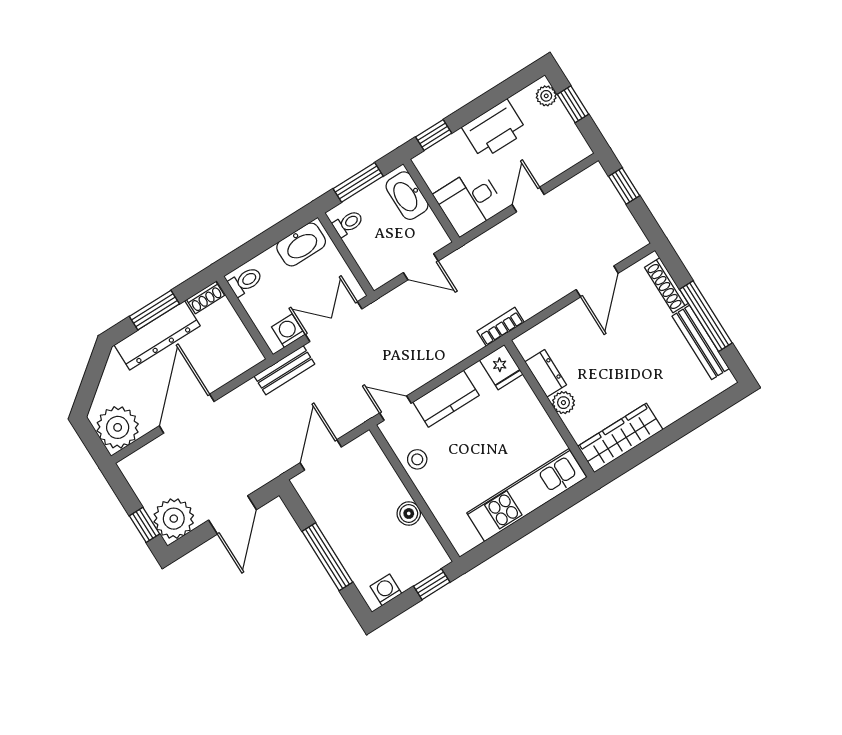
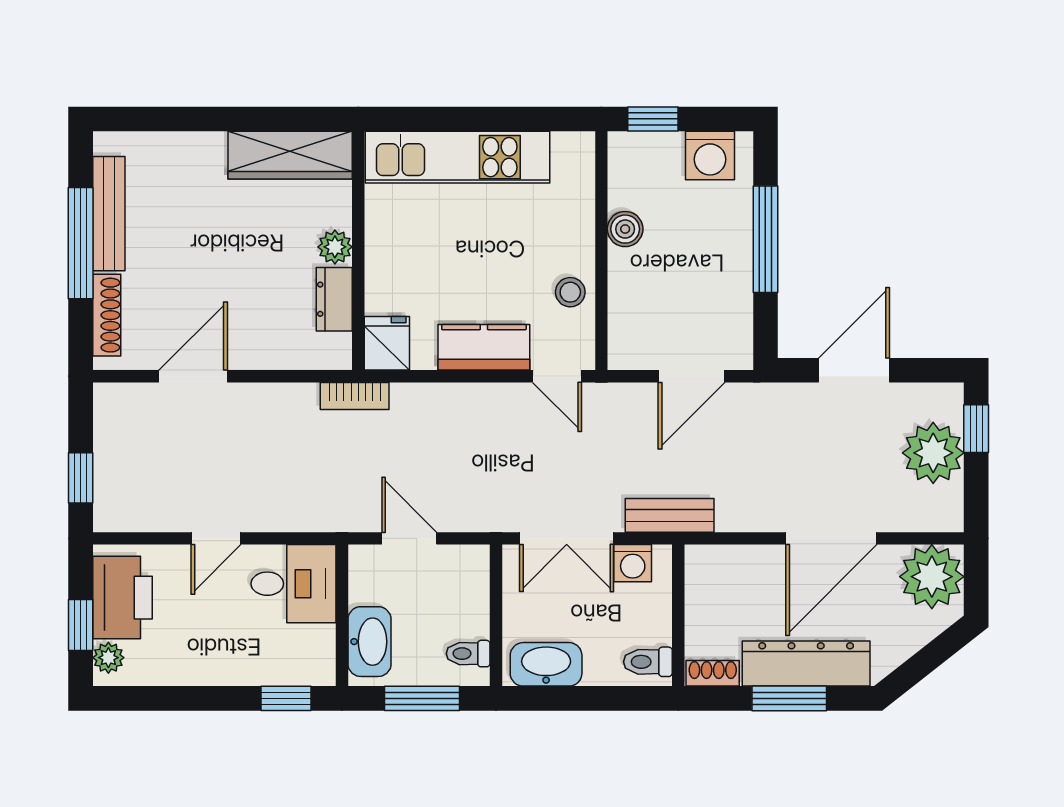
printer: (494, 129) -> (123, 598), moved, turned 90
plant: (174, 519) -> (933, 453), moved
washing machine: (386, 590) -> (710, 156), width x1.38, depth x1.38

